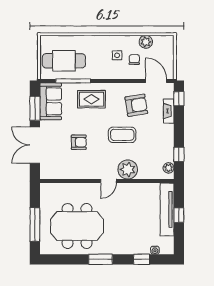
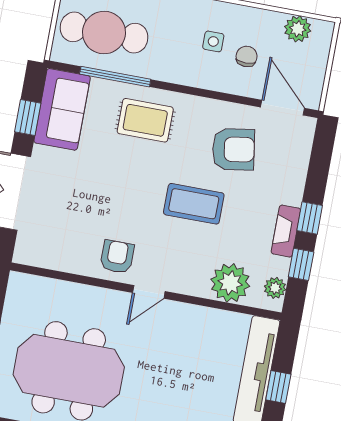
plant: (146, 42) -> (298, 29), moved
window: (179, 99) -> (310, 218), moved
window: (35, 108) -> (28, 118), width x0.67
fireplace: (169, 111) -> (286, 231), moved
armchair: (79, 142) -> (117, 257), moved, turned -90
plant: (128, 169) -> (230, 283), moved

